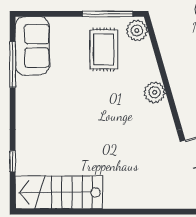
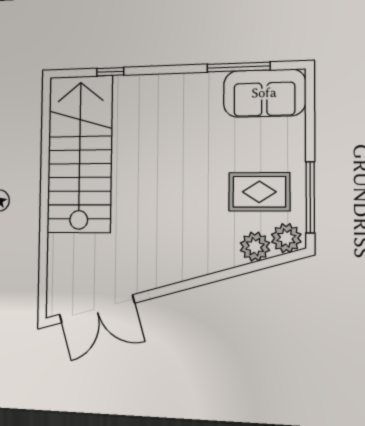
plant: (155, 92) -> (255, 247), moved
stairs: (59, 192) -> (80, 154), width x1.36, depth x1.51

